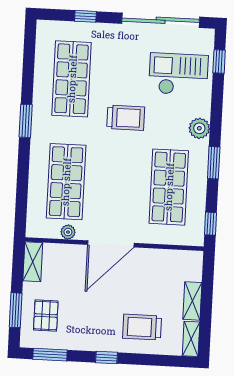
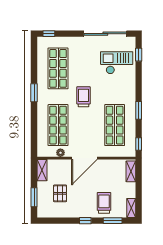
window: (85, 16) -> (49, 34), moved
trolley: (126, 118) -> (84, 97), moved, turned -90
plant: (199, 128) -> (130, 92), removed
shelving: (192, 301) -> (131, 171), moved
pallet: (46, 315) -> (60, 193), moved
trolley: (142, 327) -> (104, 203), turned 90
window: (50, 355) -> (113, 221), moved

